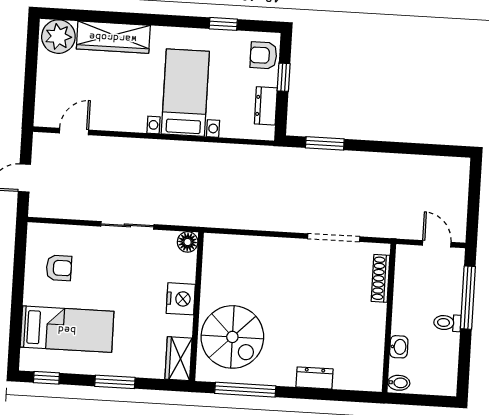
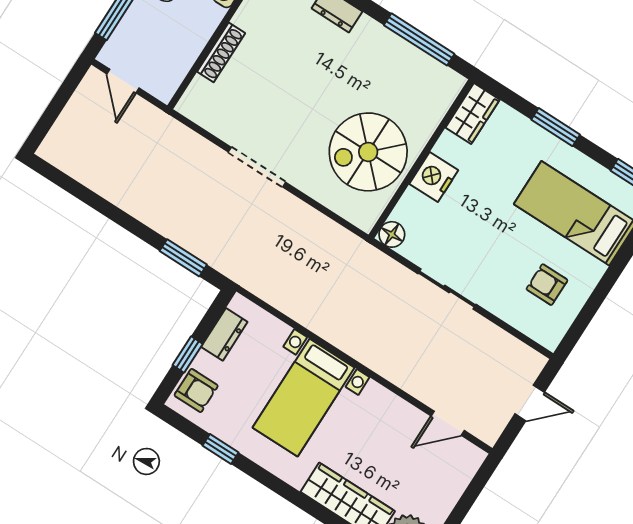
doorway: (334, 238) -> (257, 167), moved
shoe rack: (381, 278) -> (221, 52), moved
spiral stairs: (232, 337) -> (368, 152), moved, turned -90

